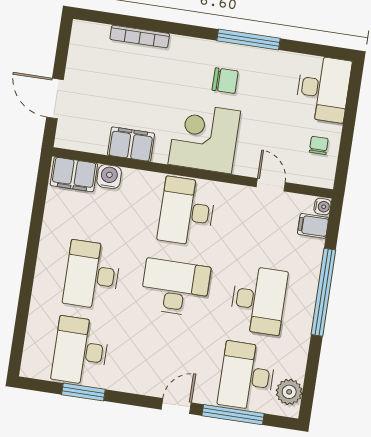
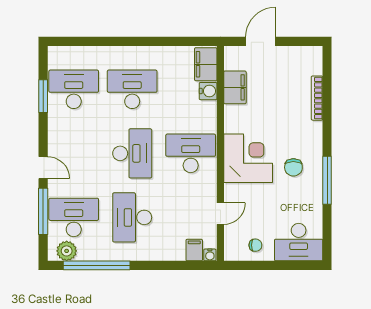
filing cabinet: (131, 144) -> (235, 87), moved
window: (323, 292) -> (97, 265), moved
desk: (258, 300) -> (132, 217), turned 90

